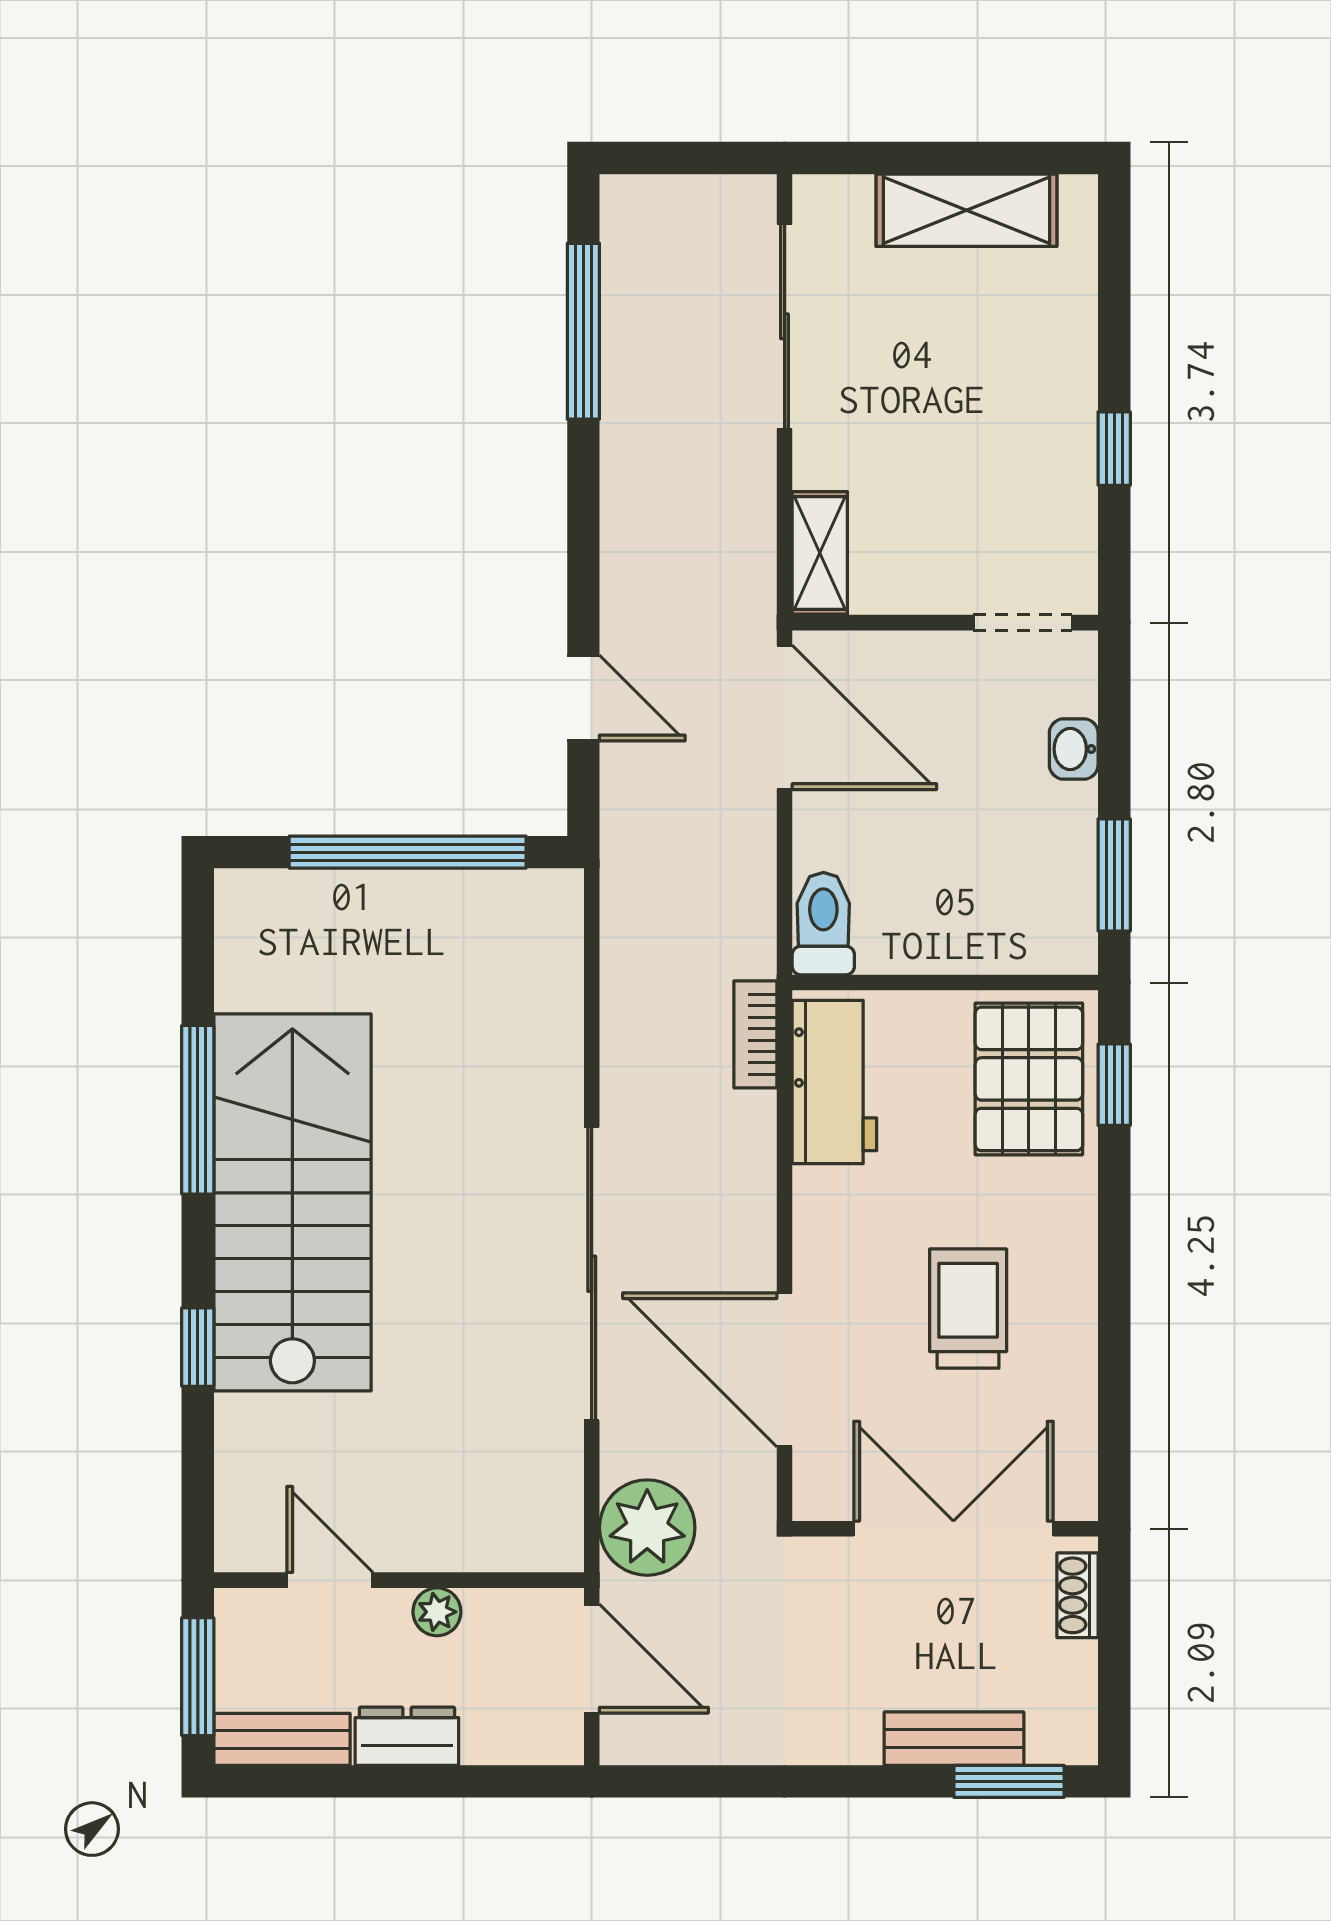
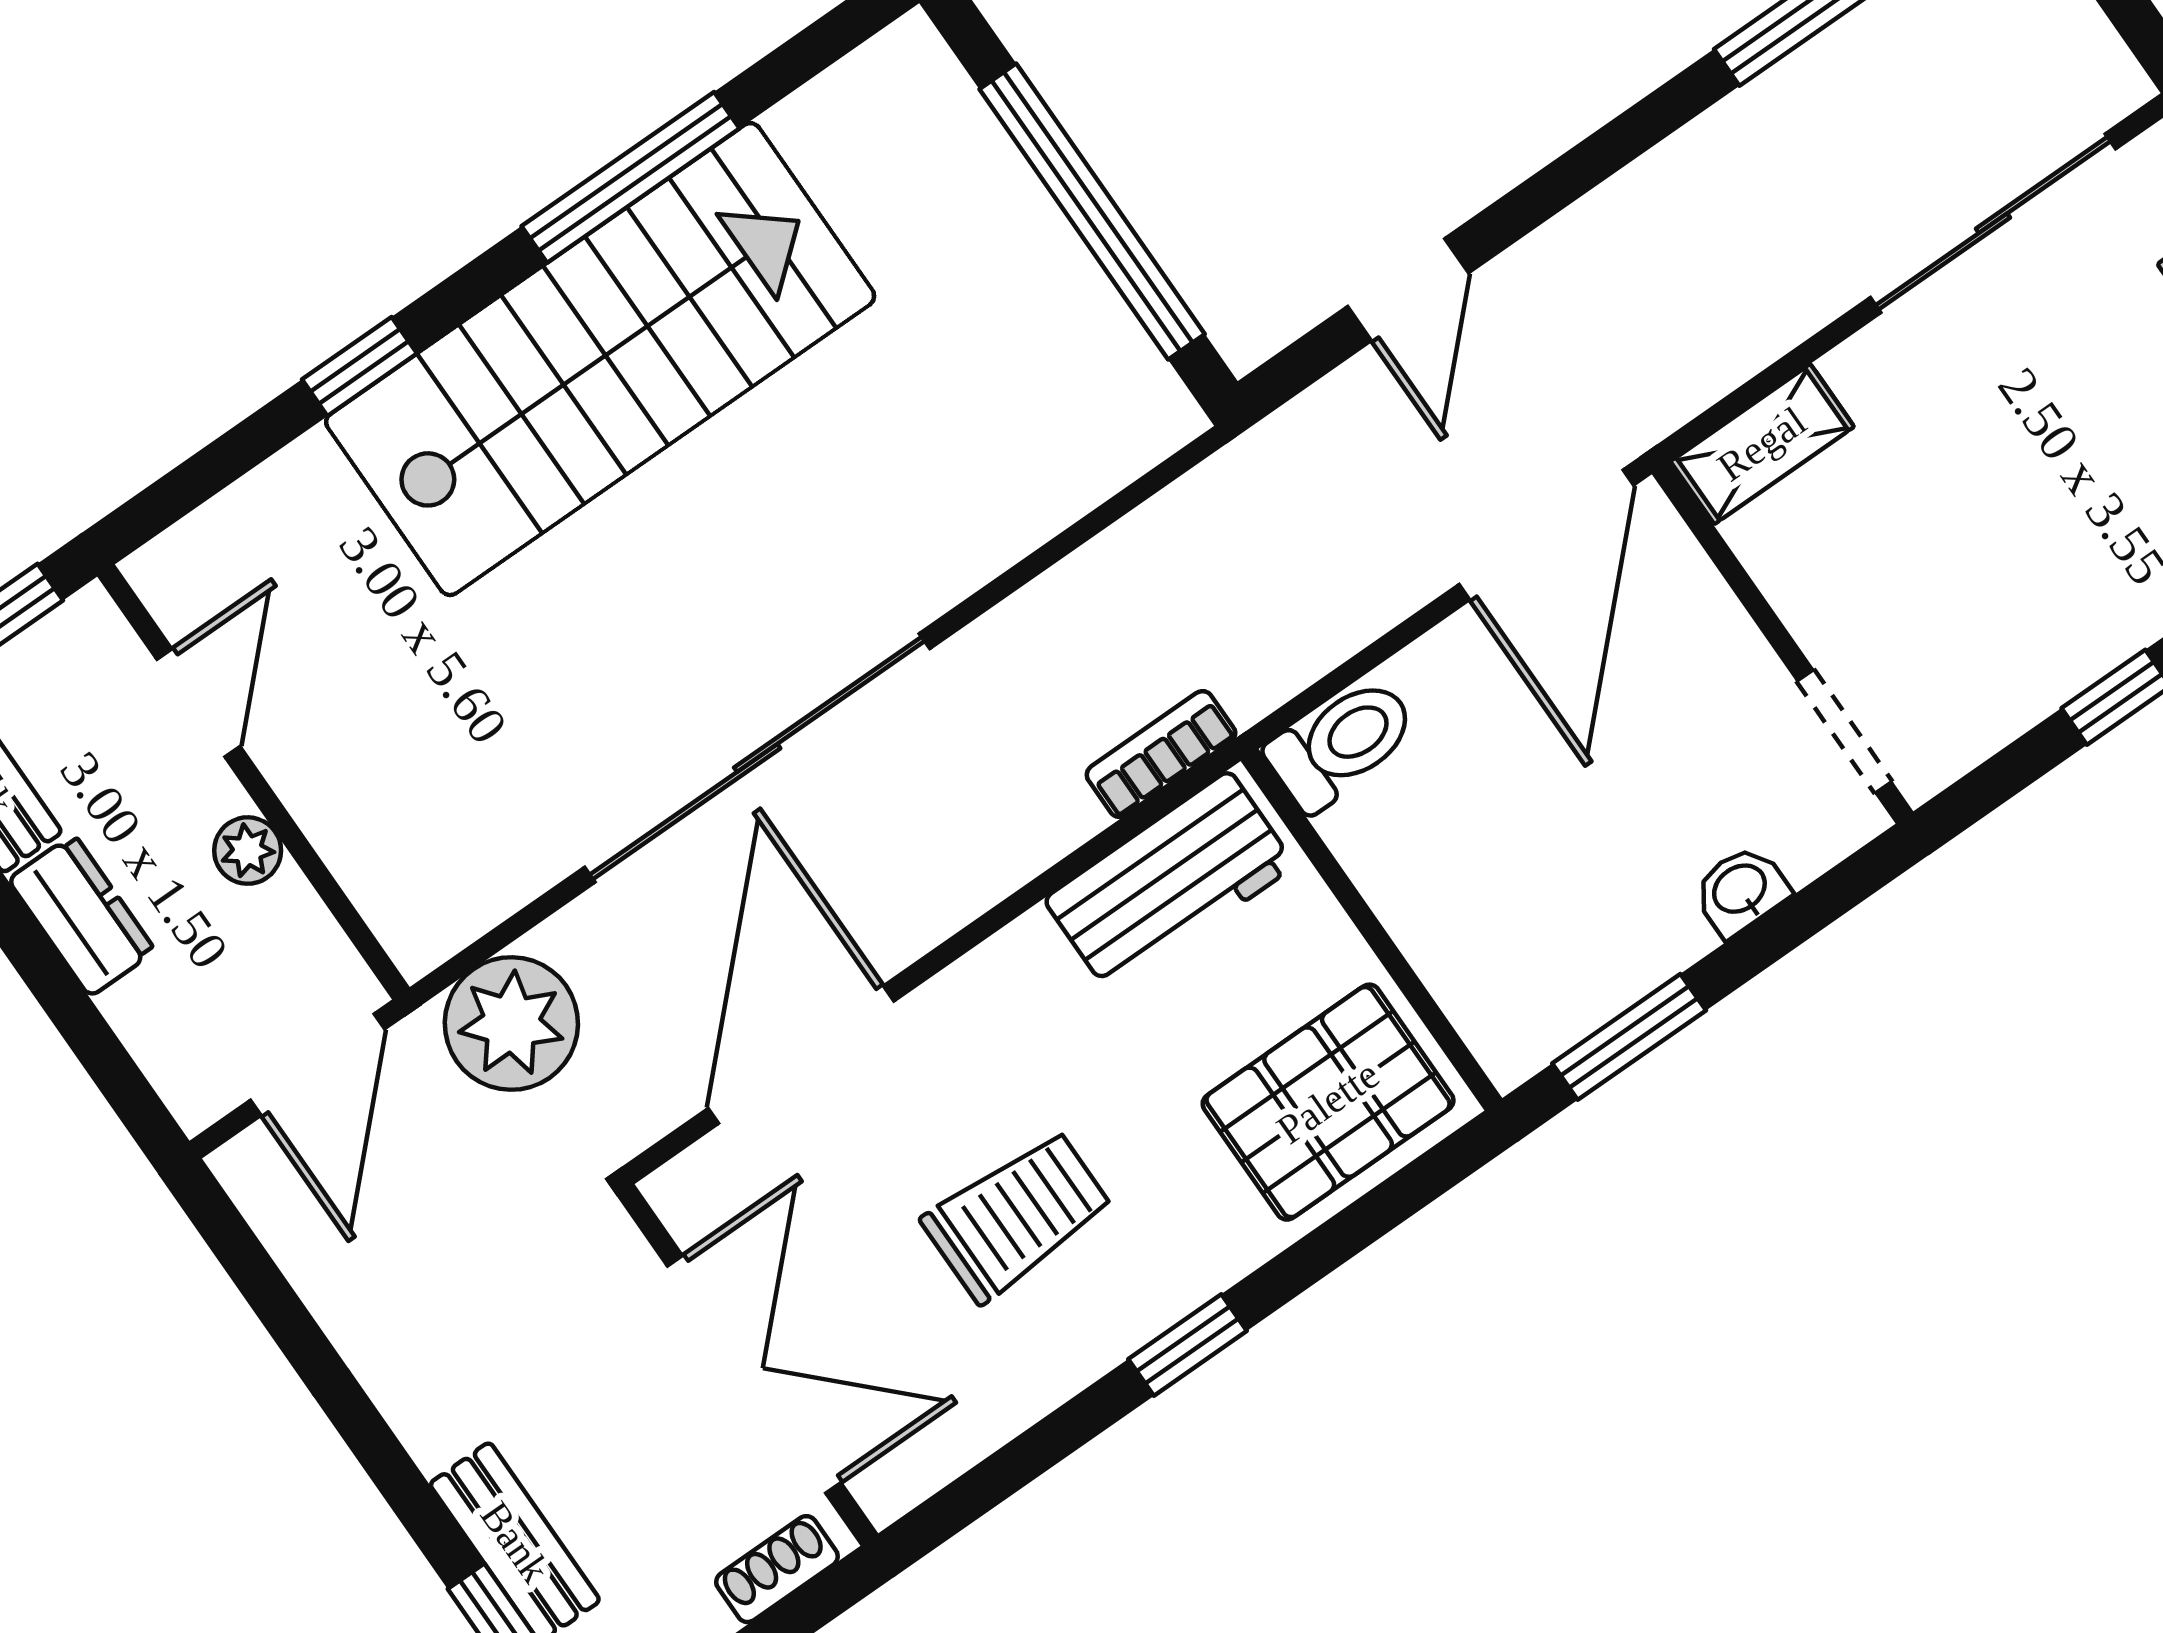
window: (1114, 1085) -> (1188, 1345), moved

